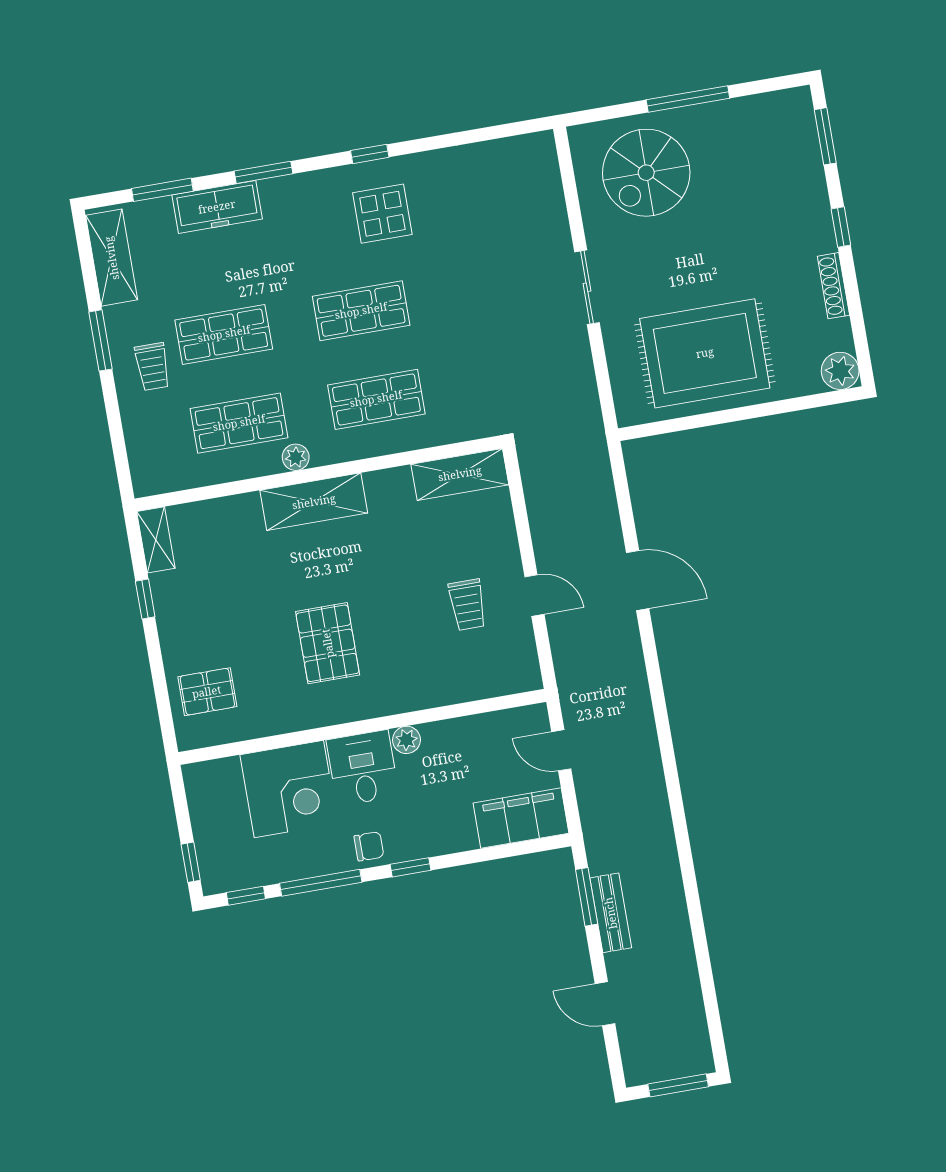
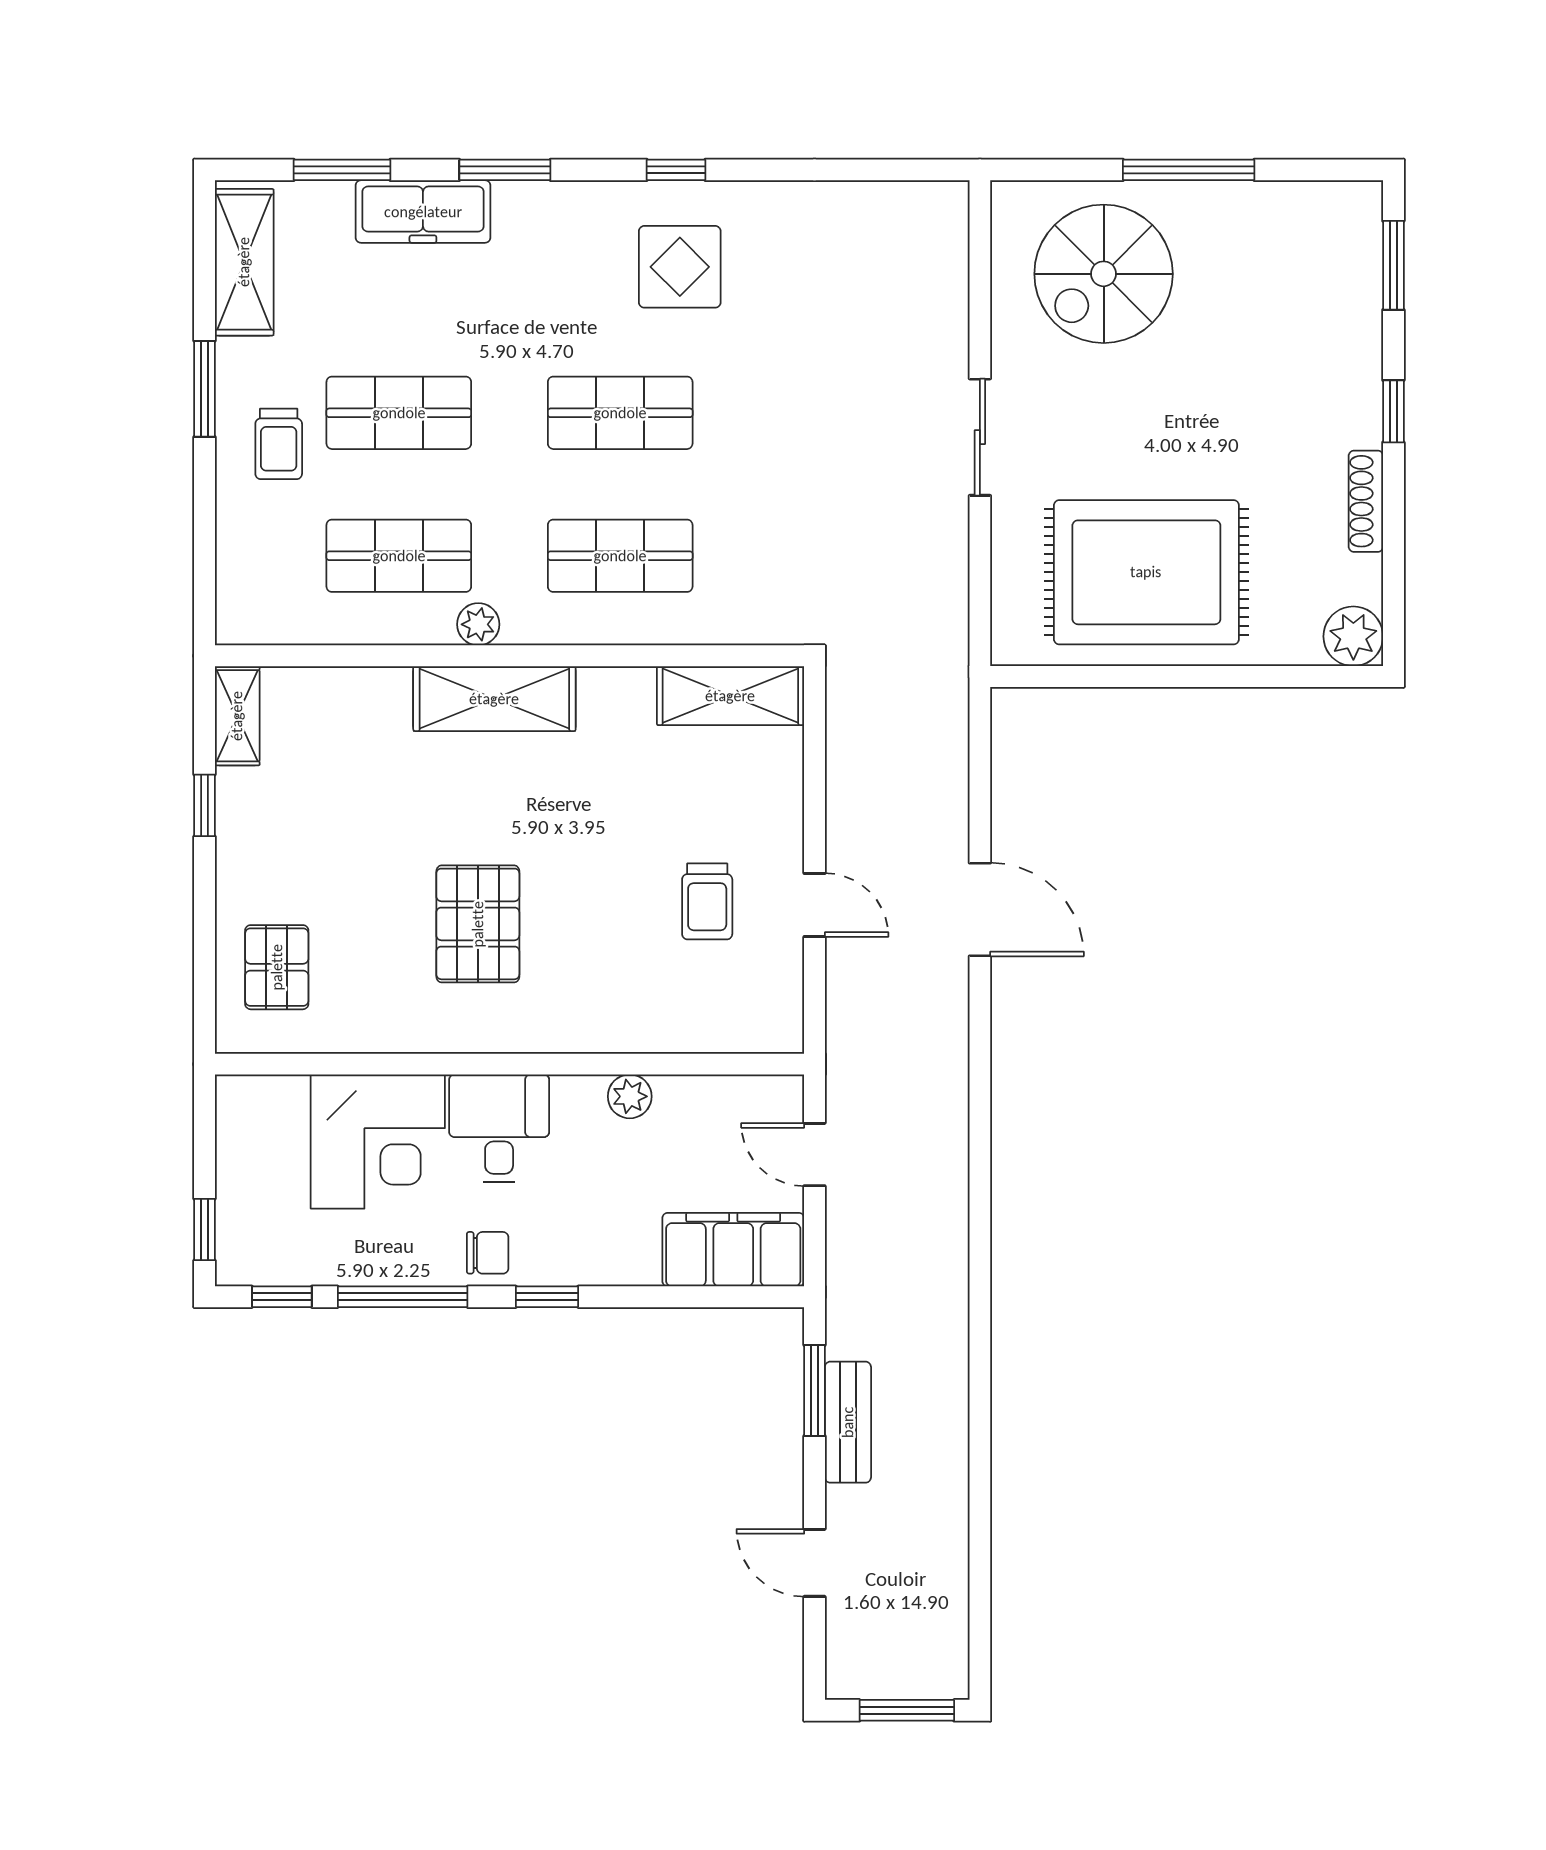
pallet: (207, 692) -> (277, 967), turned 90
plant: (406, 740) -> (630, 1096), moved

